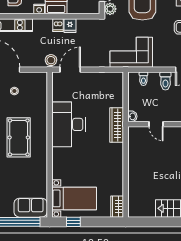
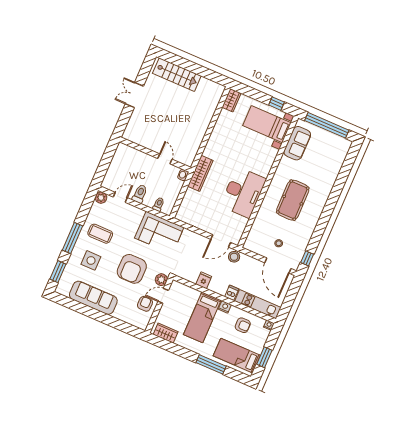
dishwasher: (58, 25) -> (232, 293), moved
sofa: (31, 208) -> (297, 143), moved, turned -90

